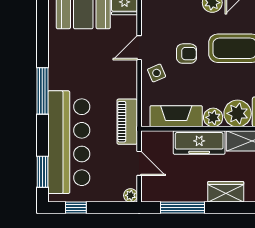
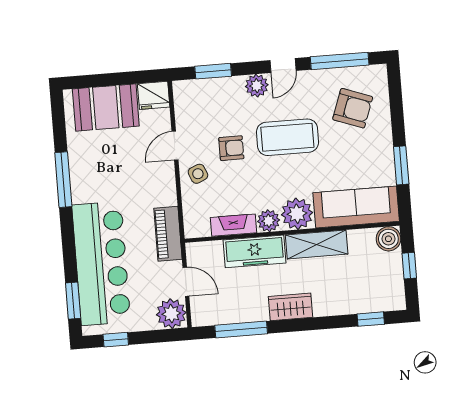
window: (42, 91) -> (63, 180), moved
fireplace: (176, 116) -> (234, 225), width x0.73, depth x0.76
plant: (130, 195) -> (171, 314), width x1.88, depth x1.88

